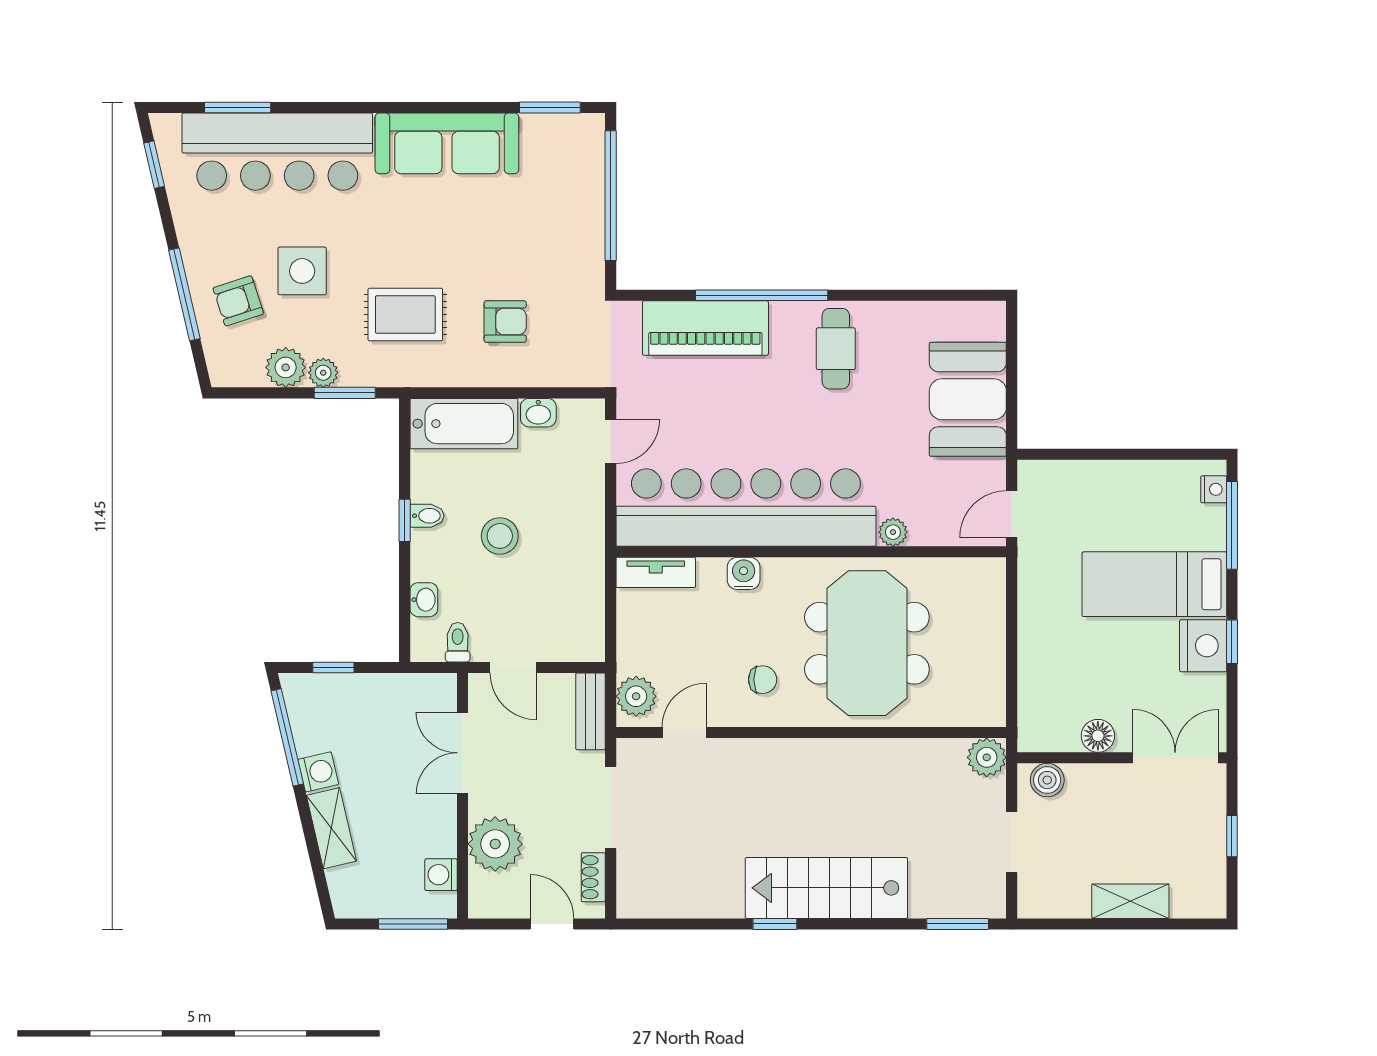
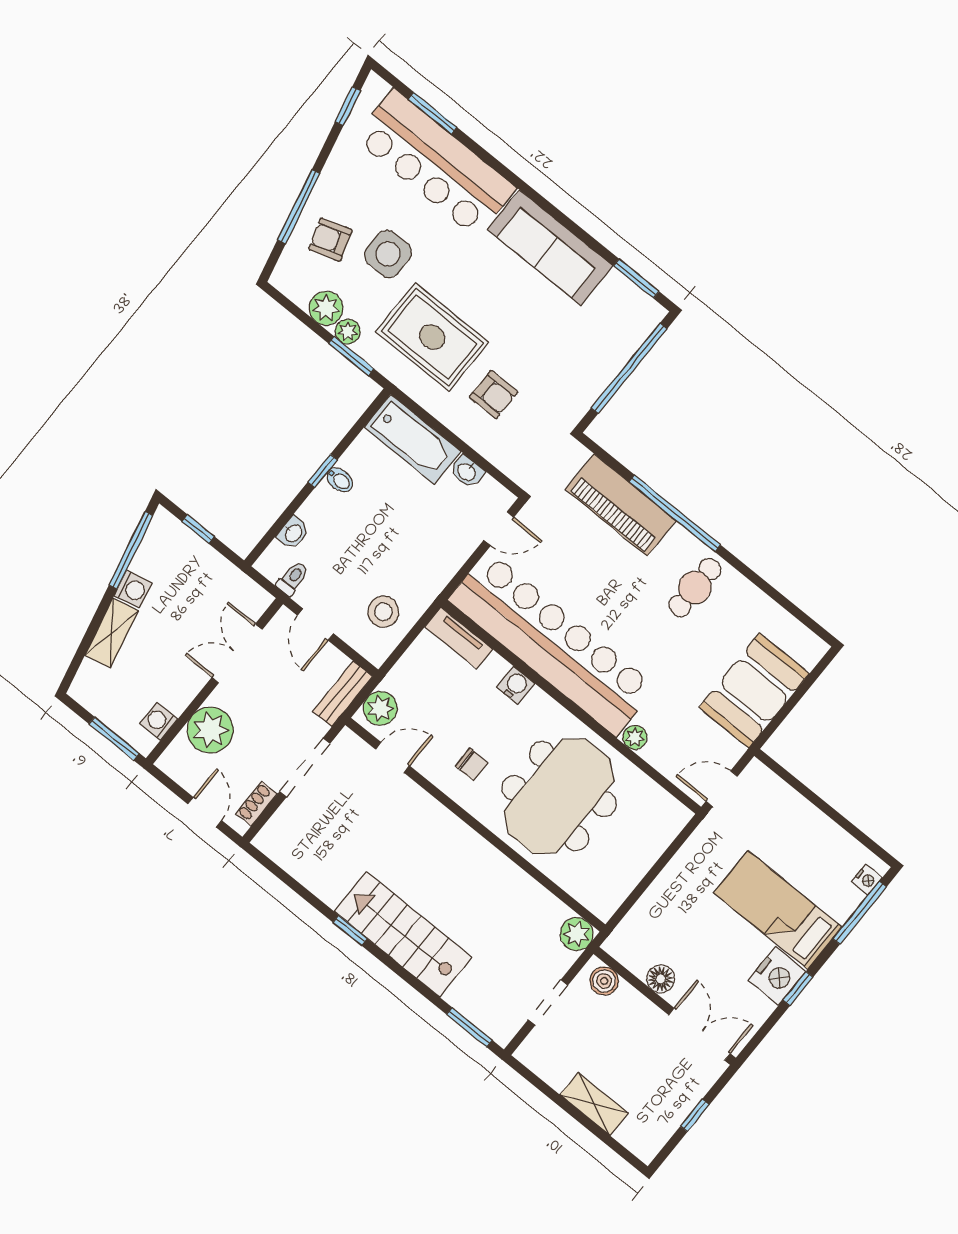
rug: (405, 315) -> (432, 337), width x1.36, depth x1.43
stool: (500, 536) -> (383, 612), moved

